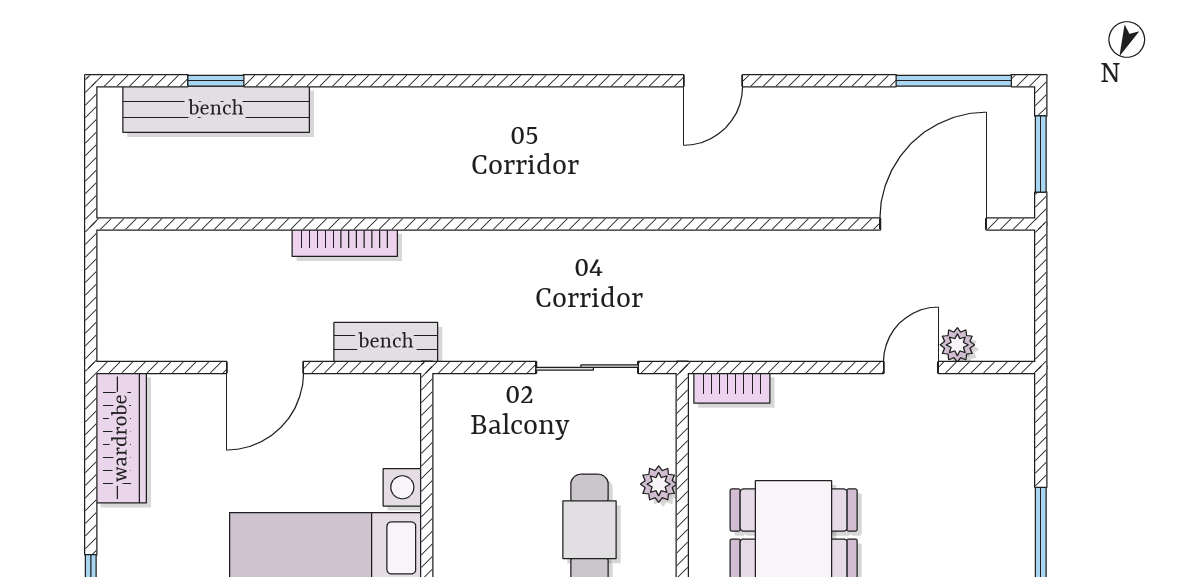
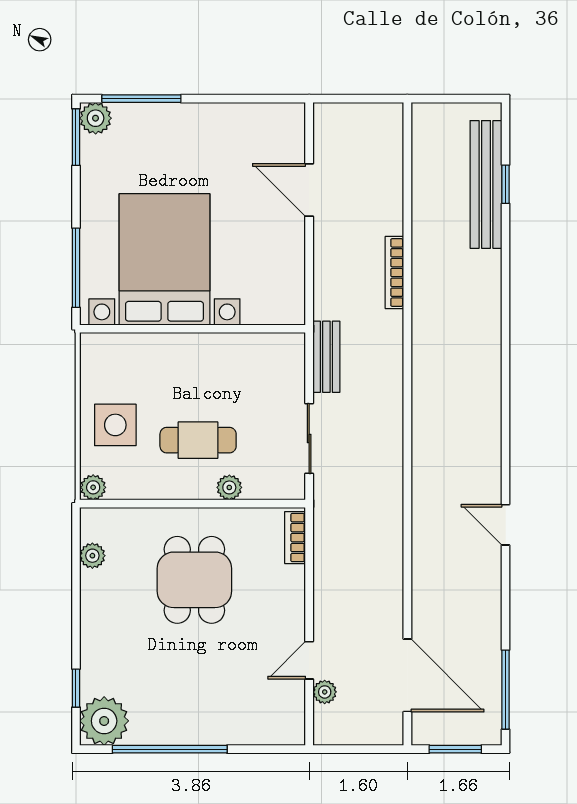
bench: (386, 342) -> (326, 357), moved
door: (265, 367) -> (309, 190), moved
door: (911, 367) -> (309, 660), swing flipped
wardrobe: (121, 438) -> (261, 119), removed

